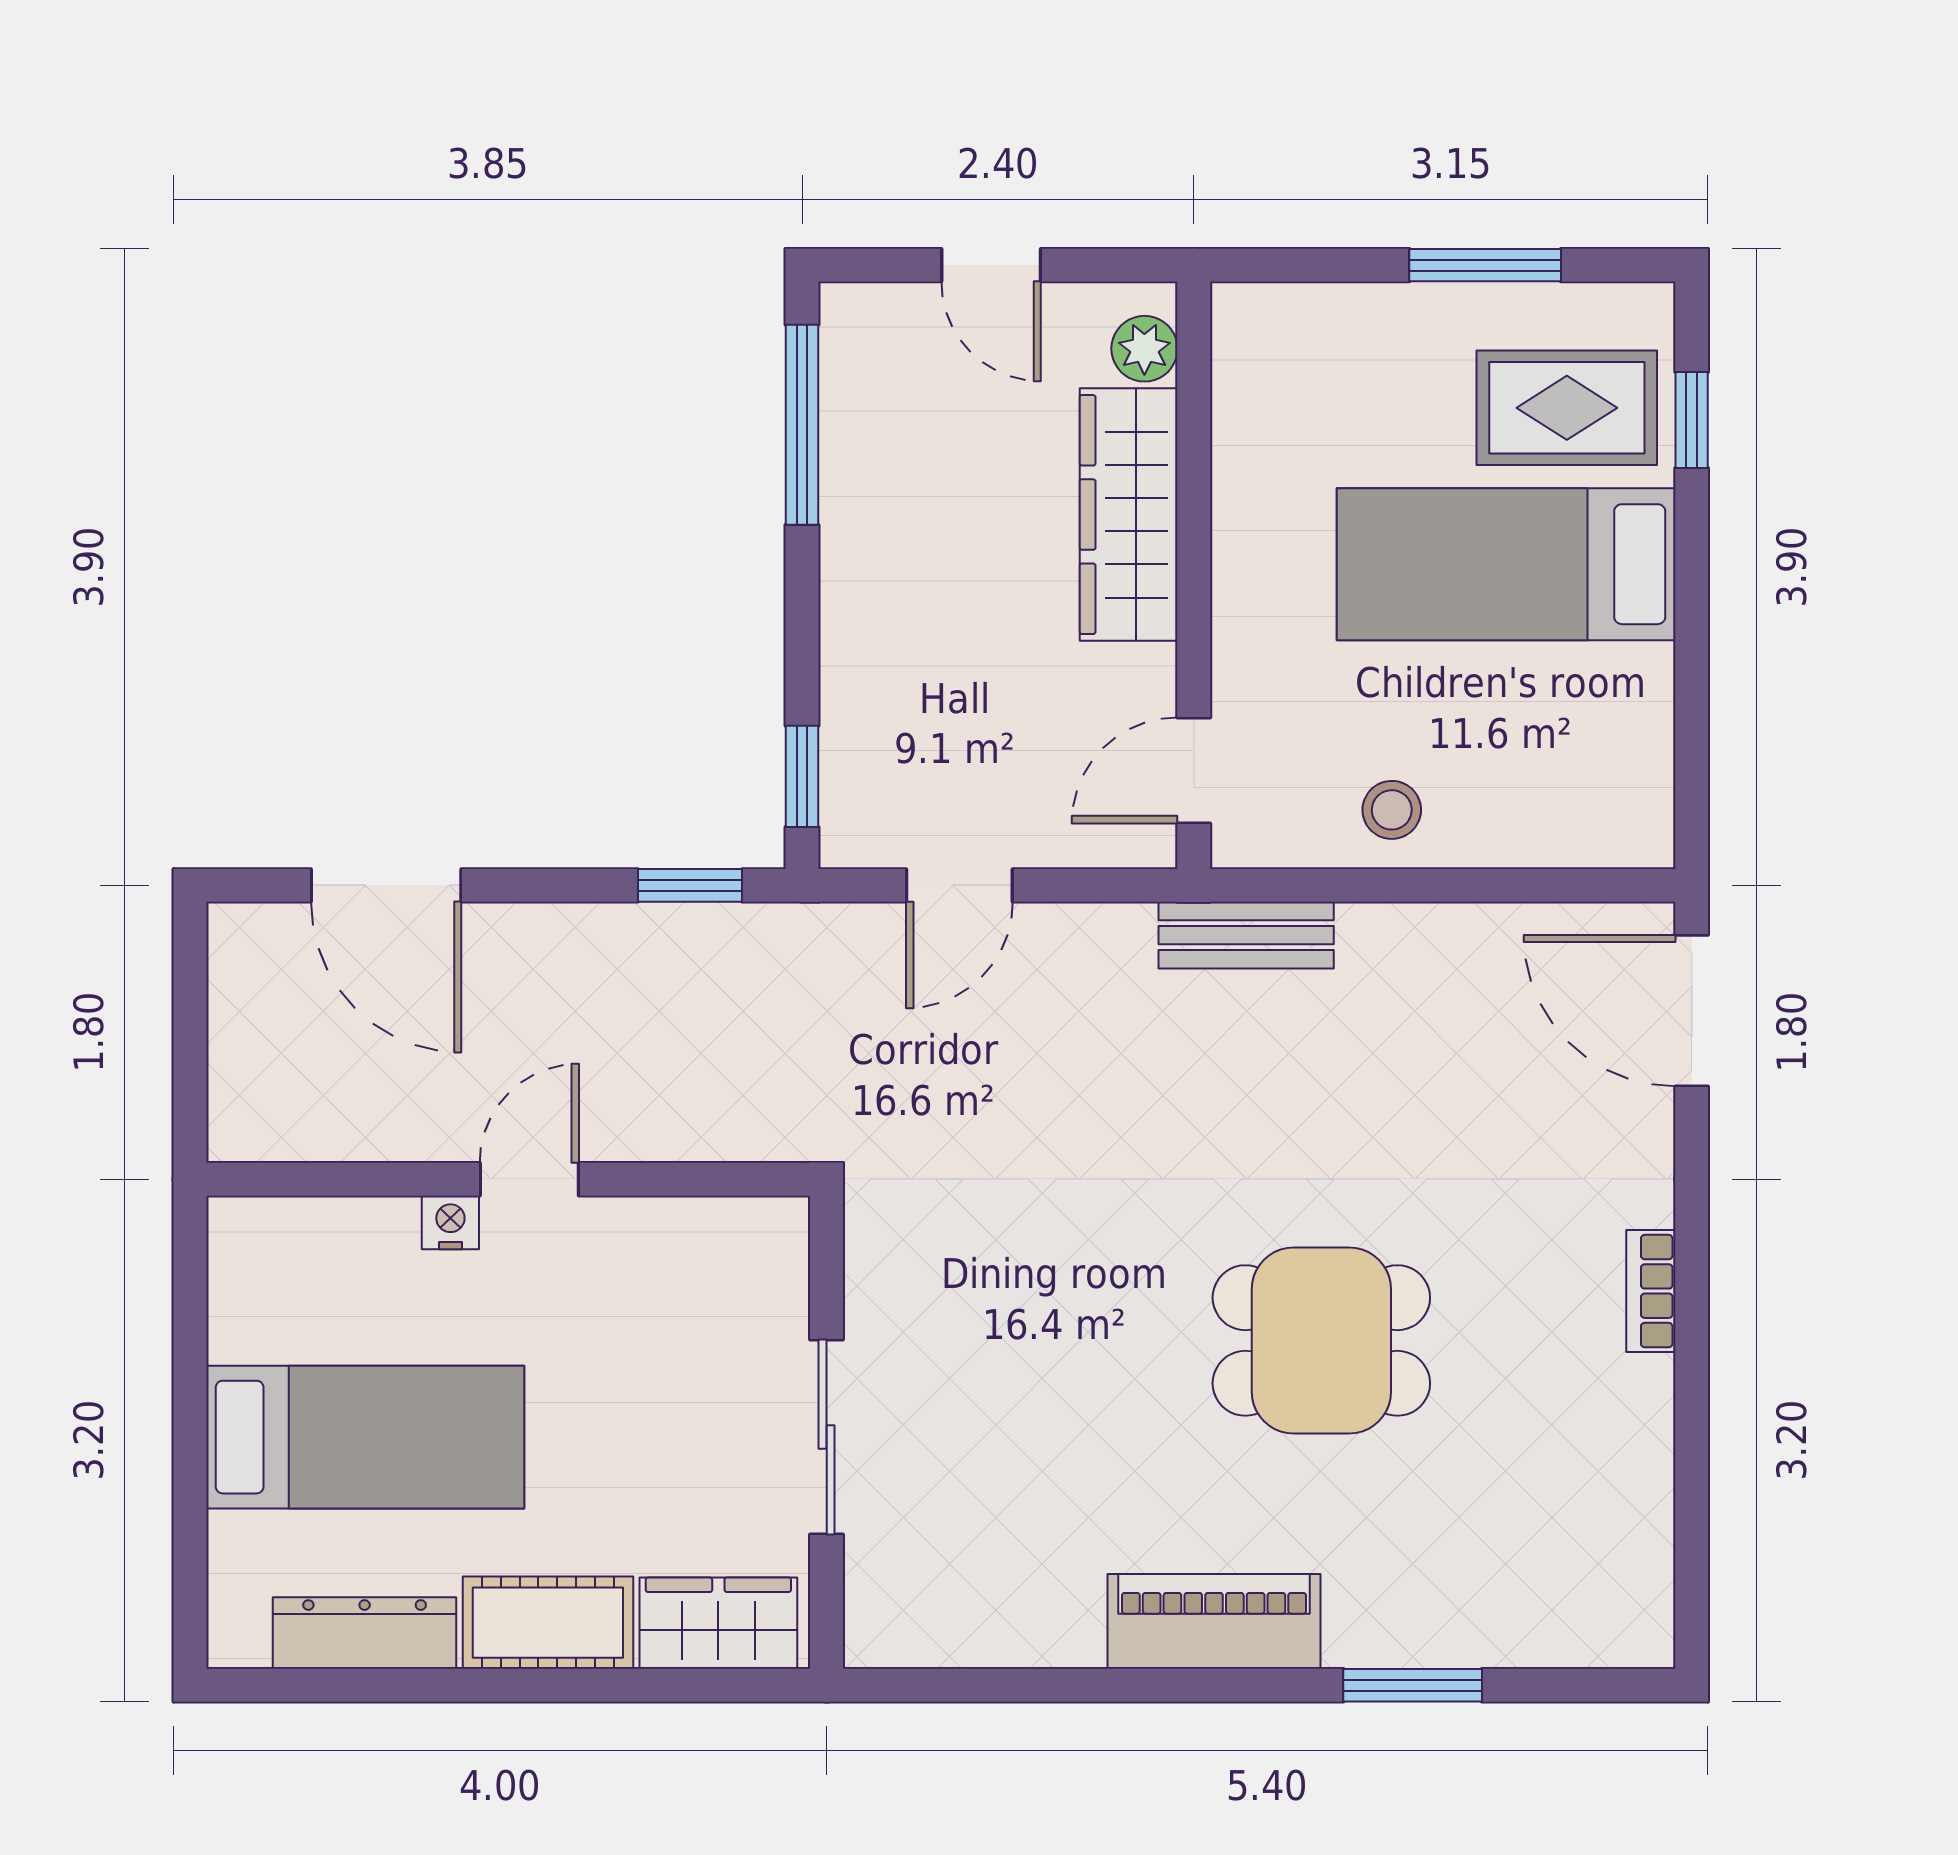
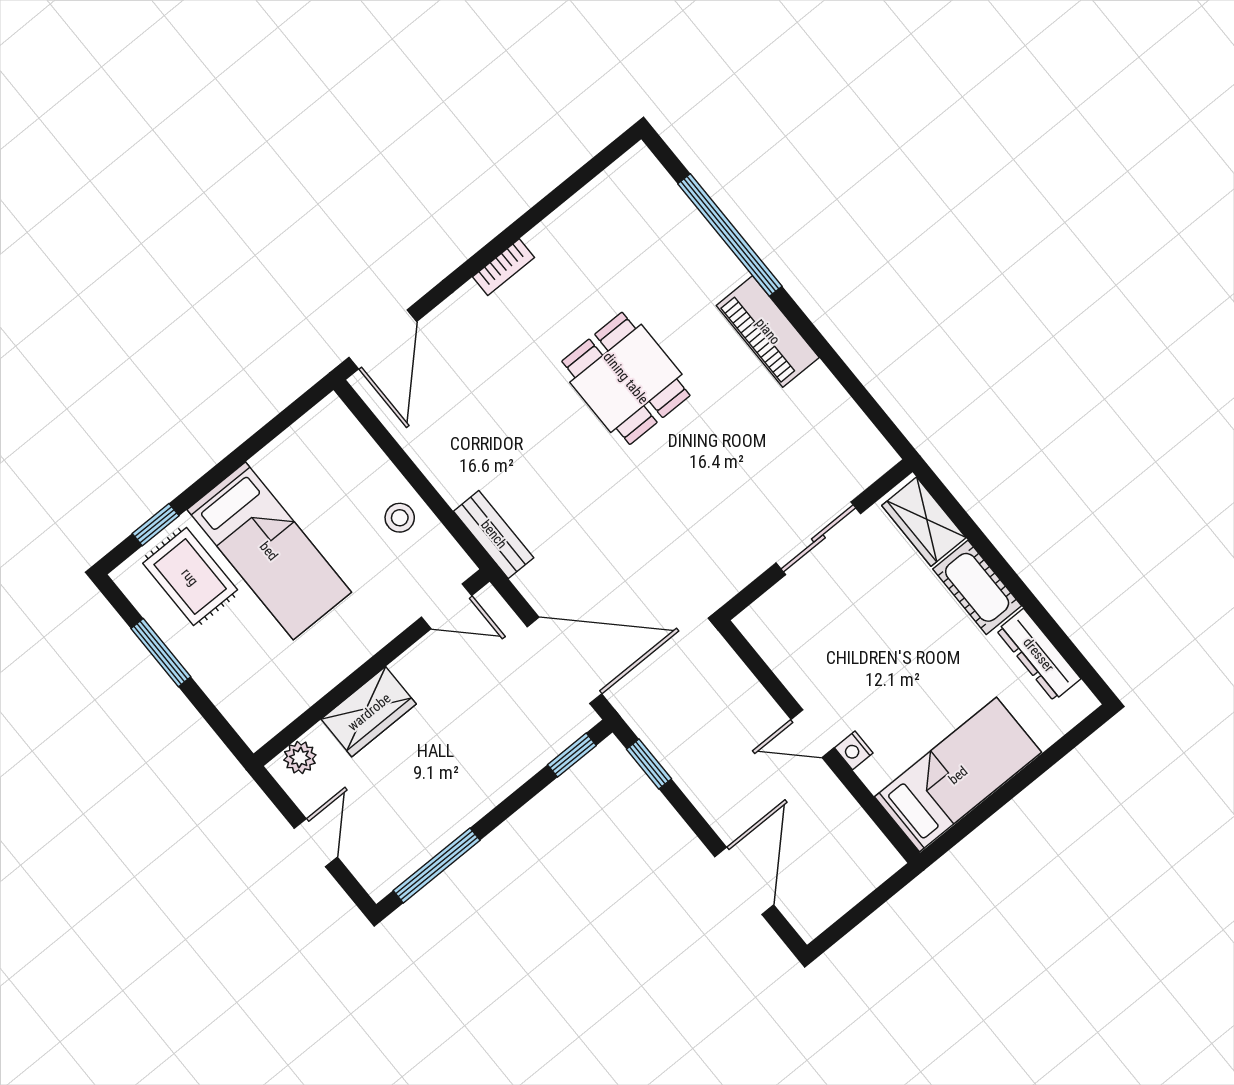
wardrobe: (1129, 515) -> (369, 712), width x0.67
door: (959, 885) -> (564, 660), width x1.87
bed: (365, 1437) -> (958, 775), moved, turned 90
window: (1413, 1685) -> (730, 235), width x2.11

